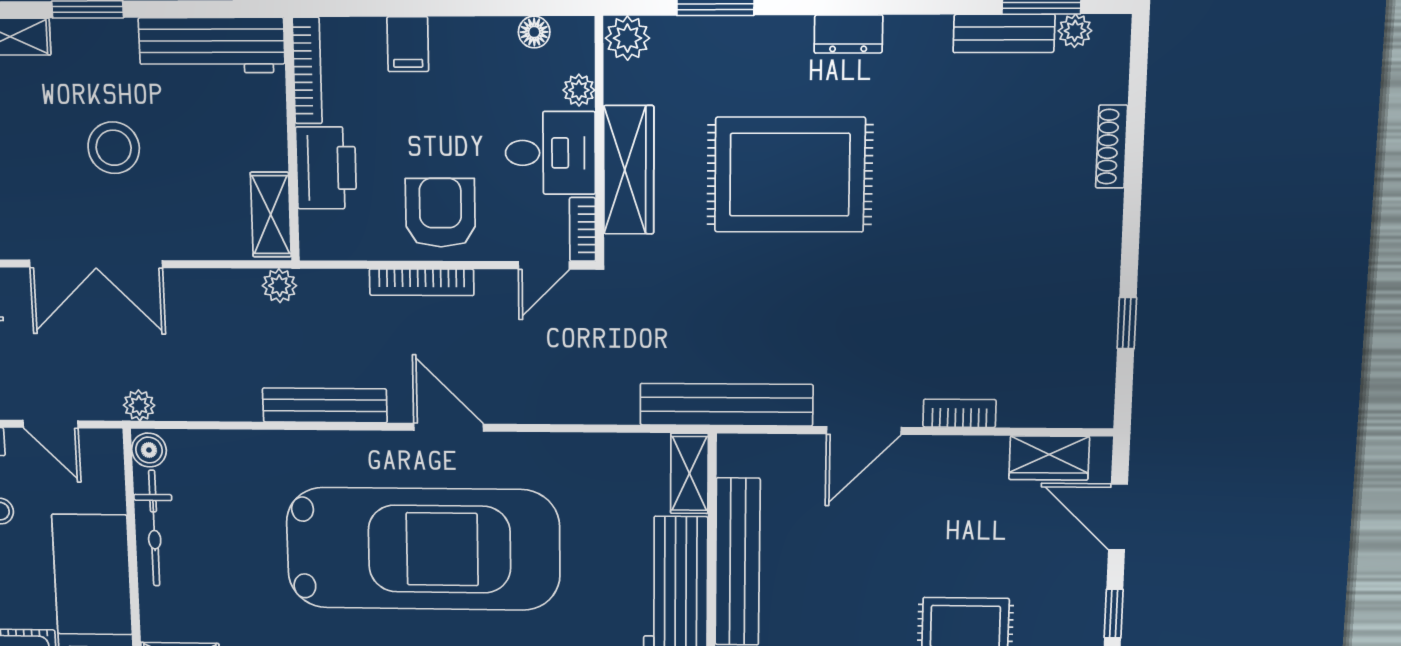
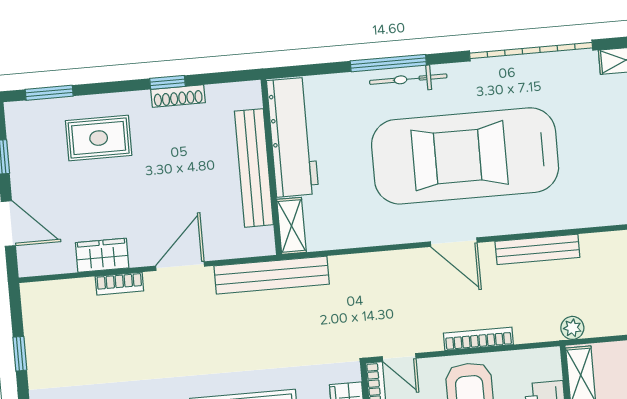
door: (544, 265) -> (399, 357), swing flipped
wardrobe: (1049, 458) -> (102, 255), moved

